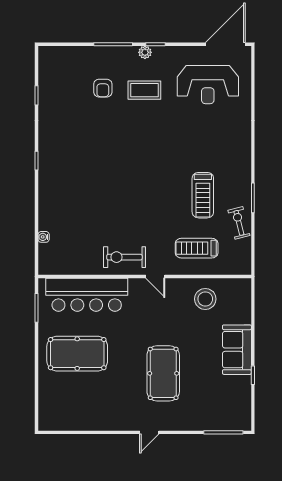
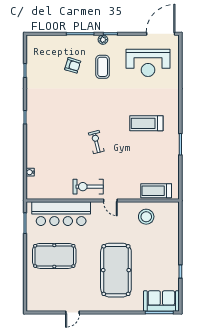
armchair: (103, 88) -> (73, 65), turned -73
coffee table: (144, 90) -> (103, 67), turned 90
treadmill: (203, 195) -> (146, 123), moved, turned 90
exercise bike: (239, 223) -> (96, 142), moved
treadmill: (197, 248) -> (156, 191), moved
sofa: (237, 350) -> (161, 301), moved, turned 90
pool table: (163, 373) -> (116, 270), width x1.36, depth x1.32
door: (149, 432) -> (73, 312), moved

